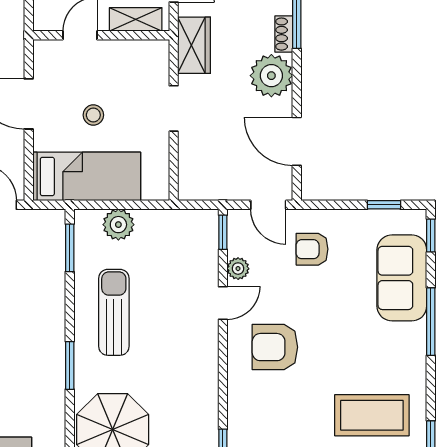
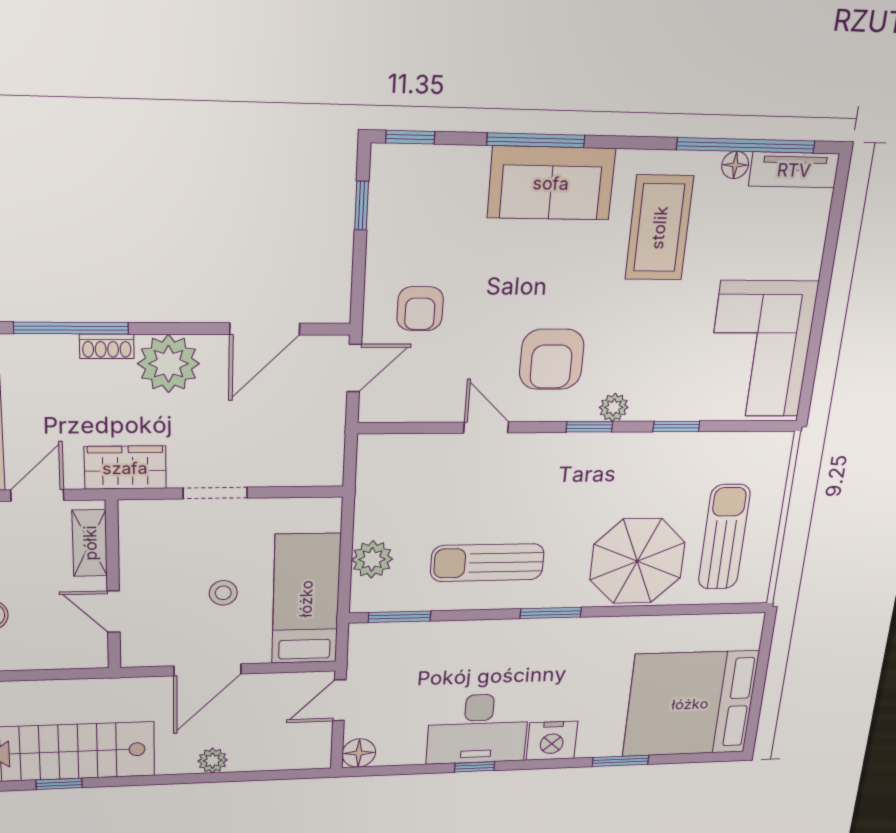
window: (223, 232) -> (589, 427), moved
plant: (238, 269) -> (614, 407), moved
sofa: (402, 278) -> (551, 183), moved

